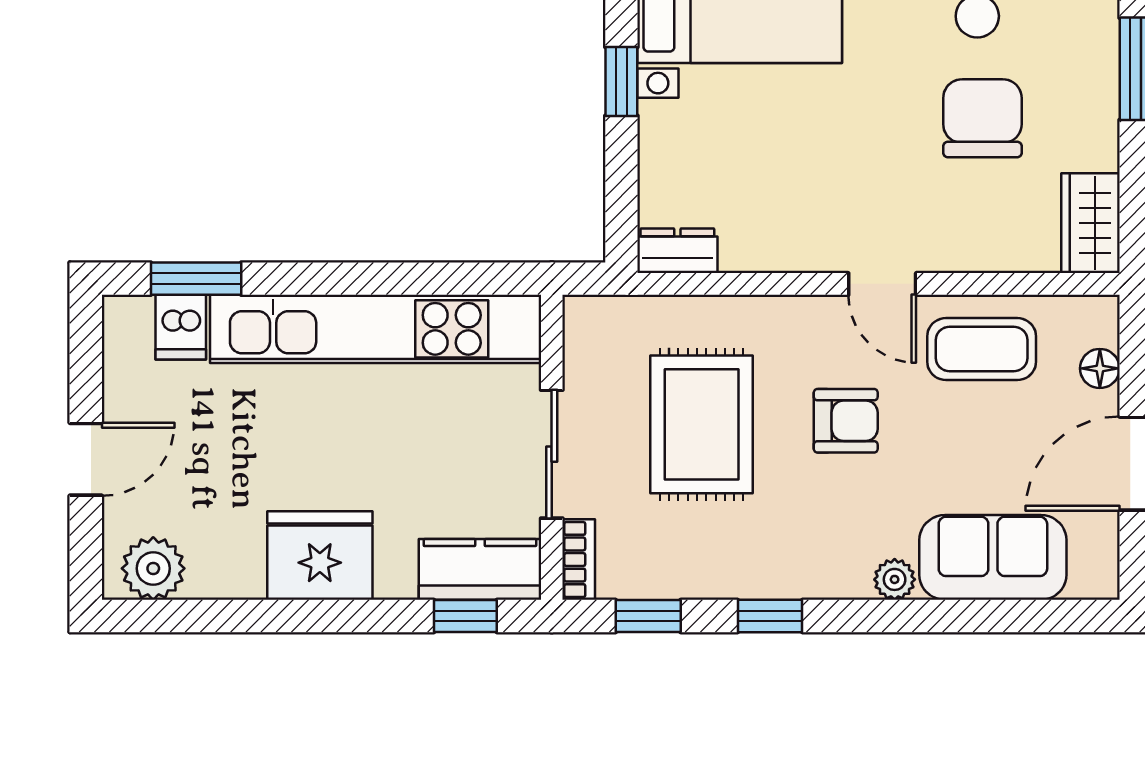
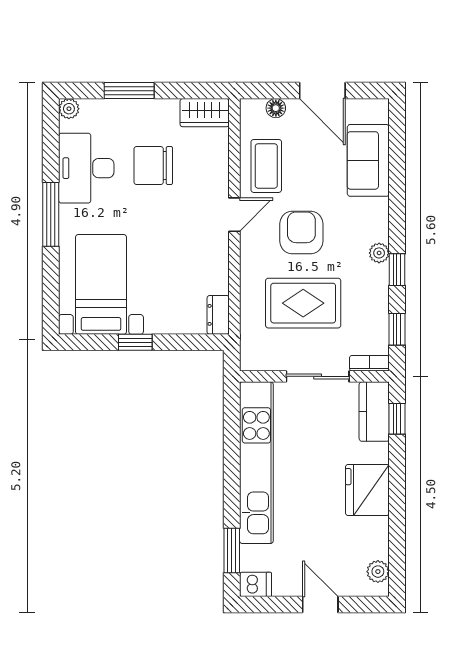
dishwasher: (181, 327) -> (256, 584), moved
armchair: (846, 421) -> (301, 233), width x1.38, depth x1.38
plant: (153, 568) -> (378, 572), width x0.73, depth x0.73
plant: (895, 579) -> (379, 253), moved

